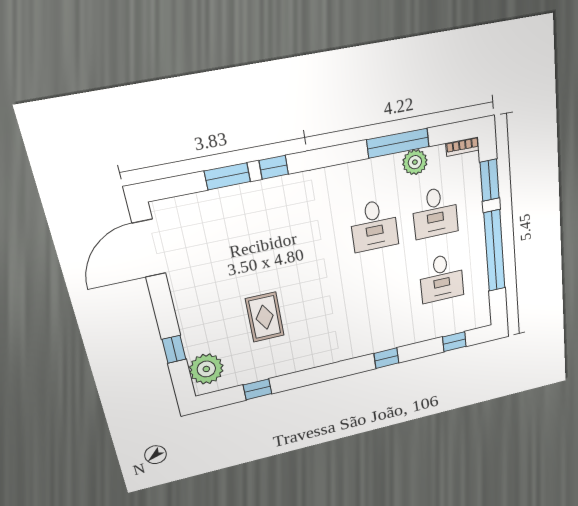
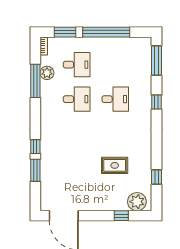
desk: (441, 278) -> (115, 99), moved
window: (454, 342) -> (157, 60), width x2.17

